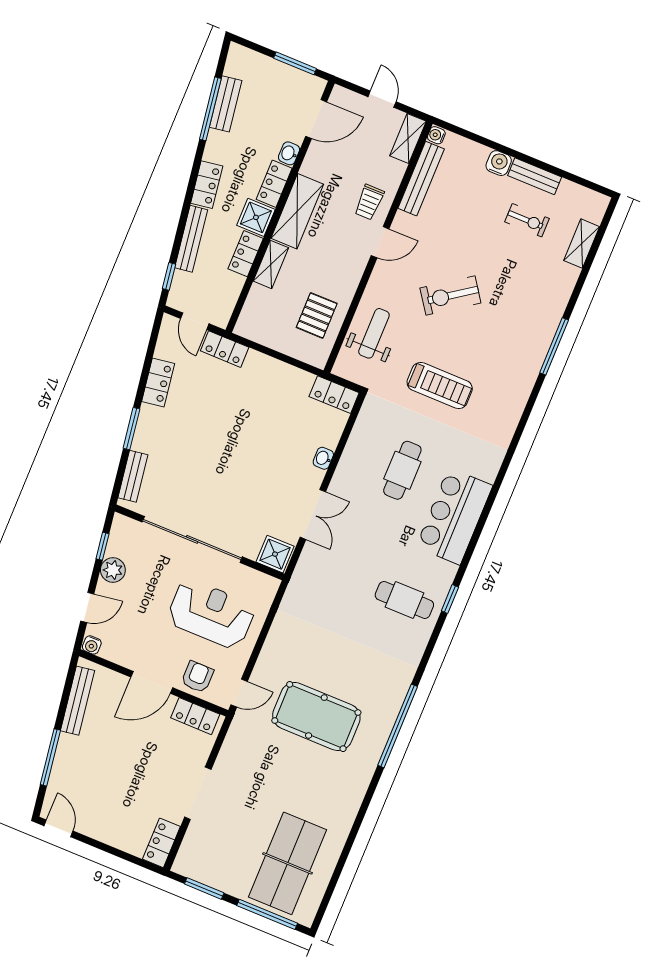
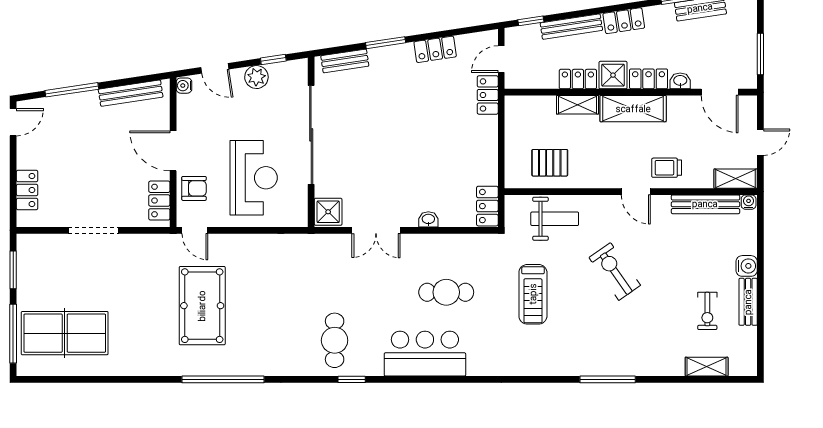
locker: (161, 843) -> (27, 190), moved, turned 90

